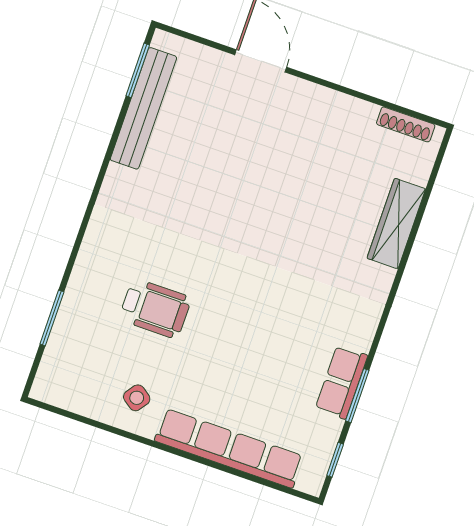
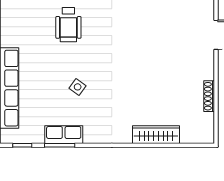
shoe rack: (406, 124) -> (209, 96), moved
side table: (137, 398) -> (78, 87), moved

